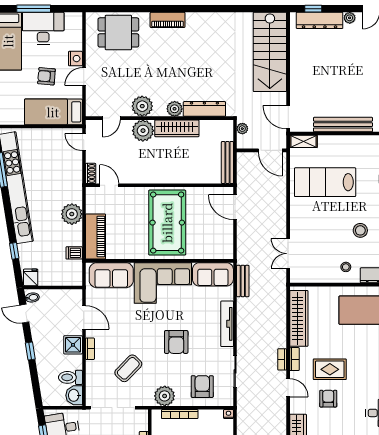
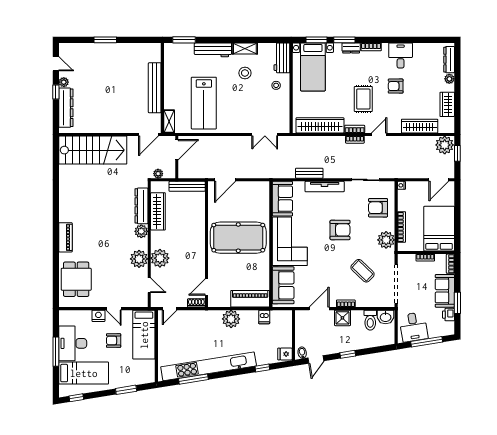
window: (313, 9) -> (56, 92), moved
armchair: (46, 76) -> (114, 341), turned 85
wardrobe: (177, 128) -> (158, 211), moved
bench: (243, 281) -> (309, 173), moved
armchair: (328, 399) -> (396, 86), moved

